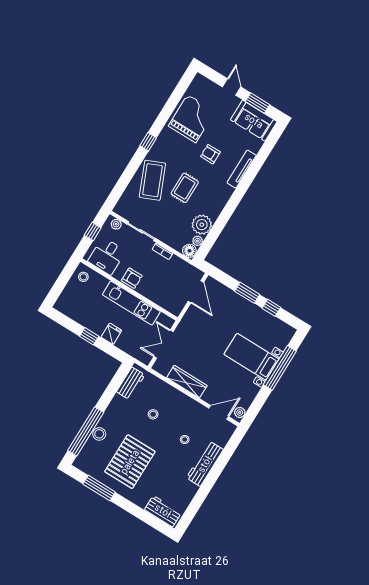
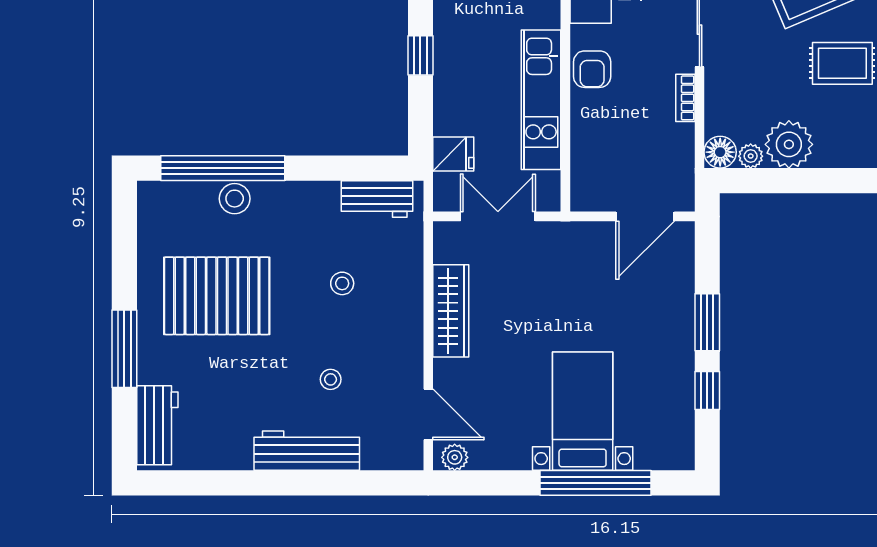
fridge: (111, 334) -> (453, 154), moved
window: (99, 488) -> (124, 349), moved

